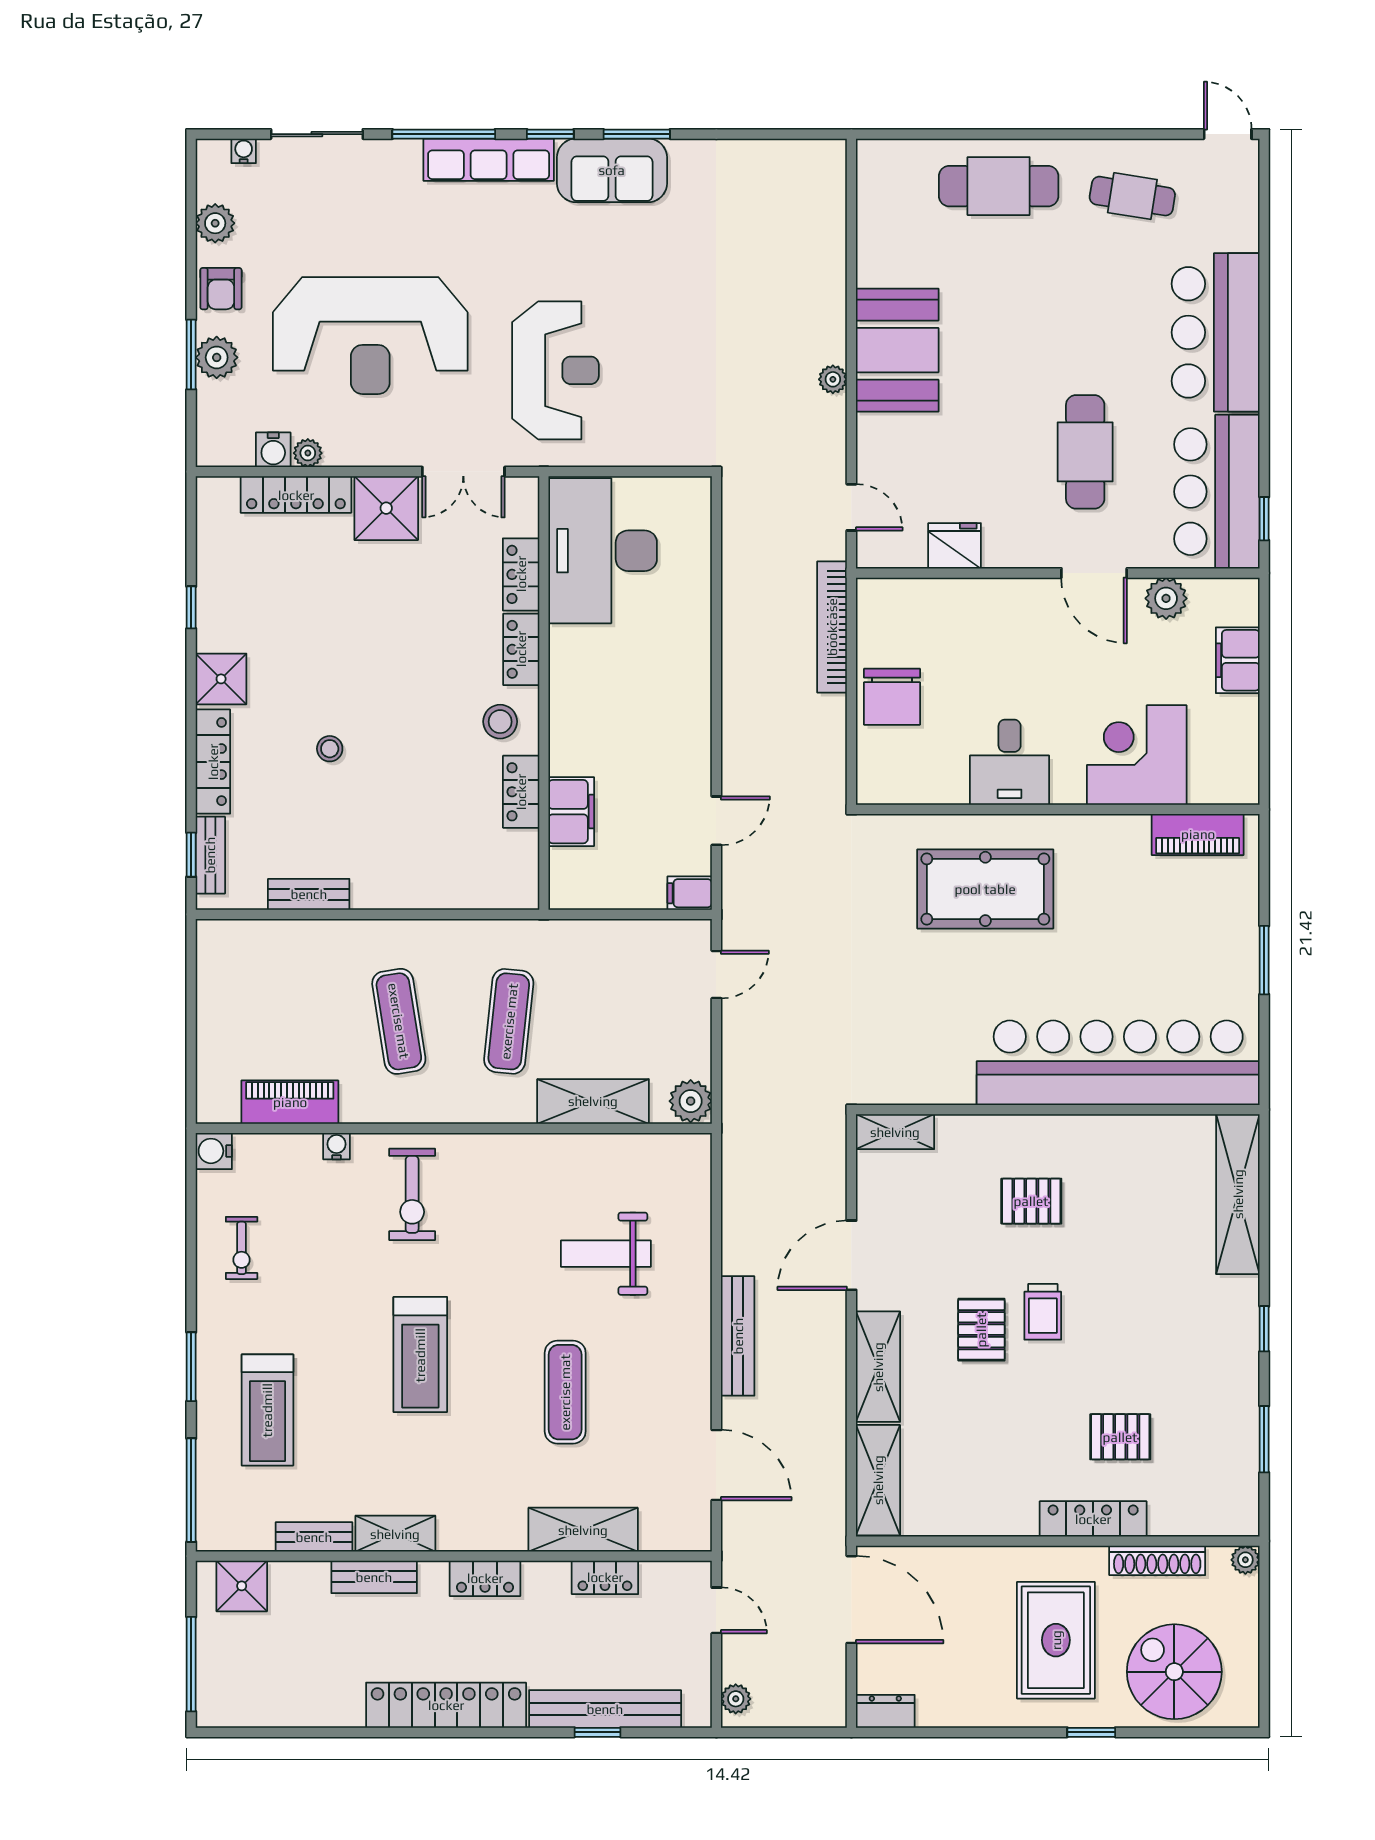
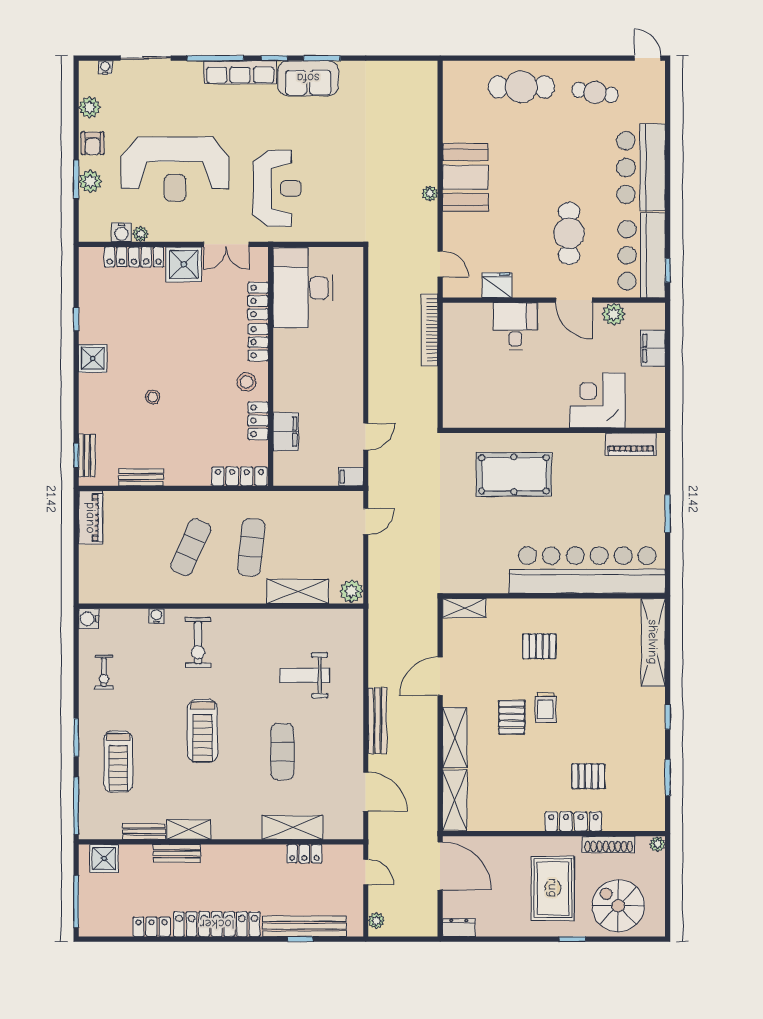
chair: (892, 697) -> (463, 368), removed
locker: (213, 762) -> (239, 476), moved, turned -90
desk: (1010, 762) -> (515, 326), moved, turned 180
exercise mat: (399, 1021) -> (191, 547), turned 33
piano: (290, 1102) -> (91, 518), moved, turned 90
locker: (485, 1578) -> (152, 927), moved, turned 180

